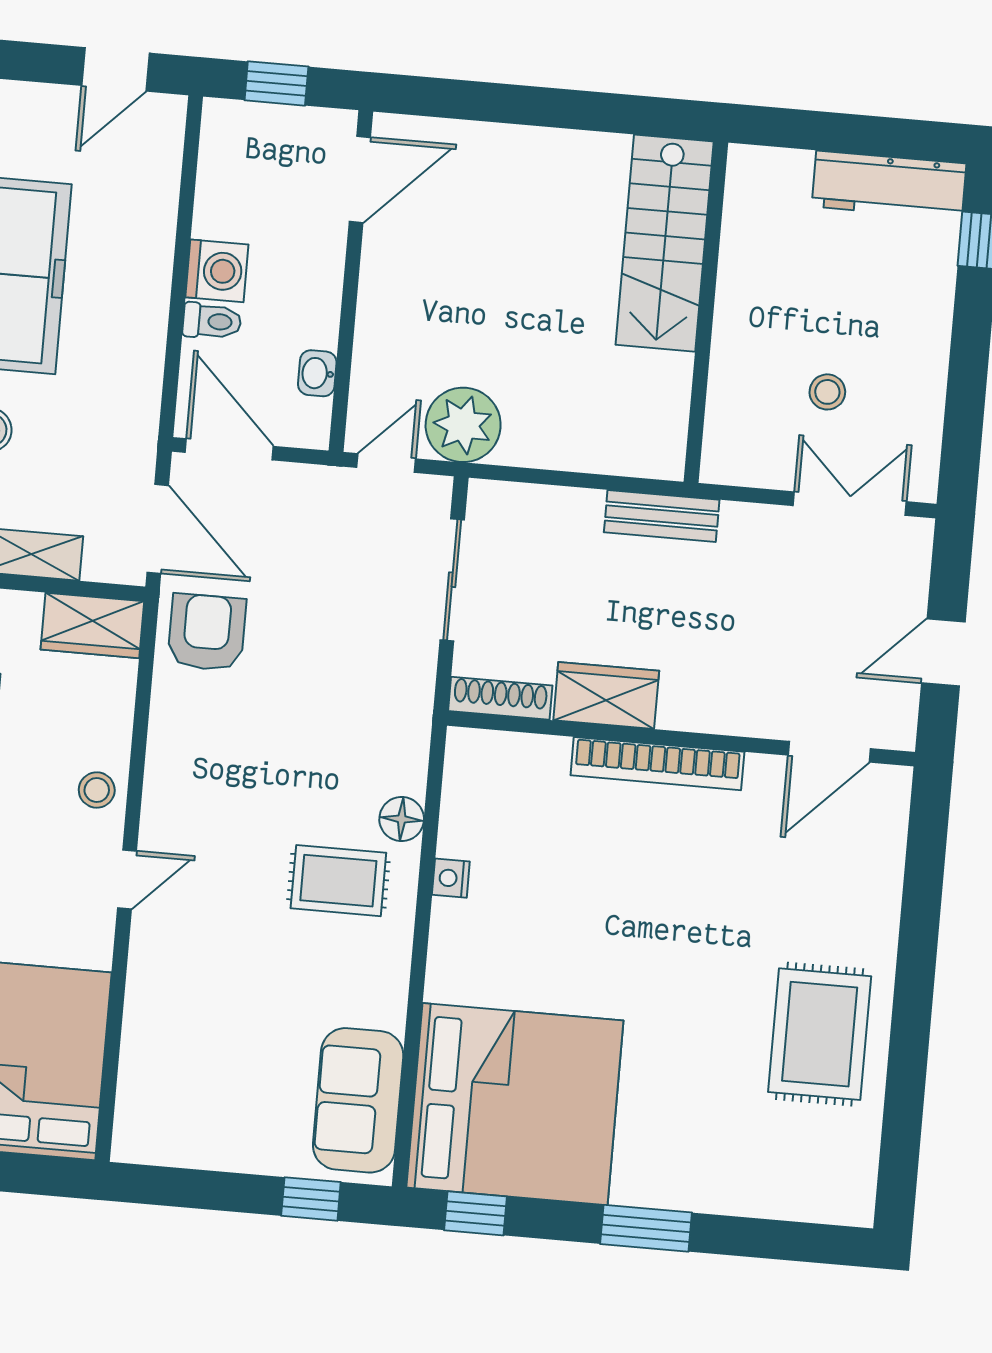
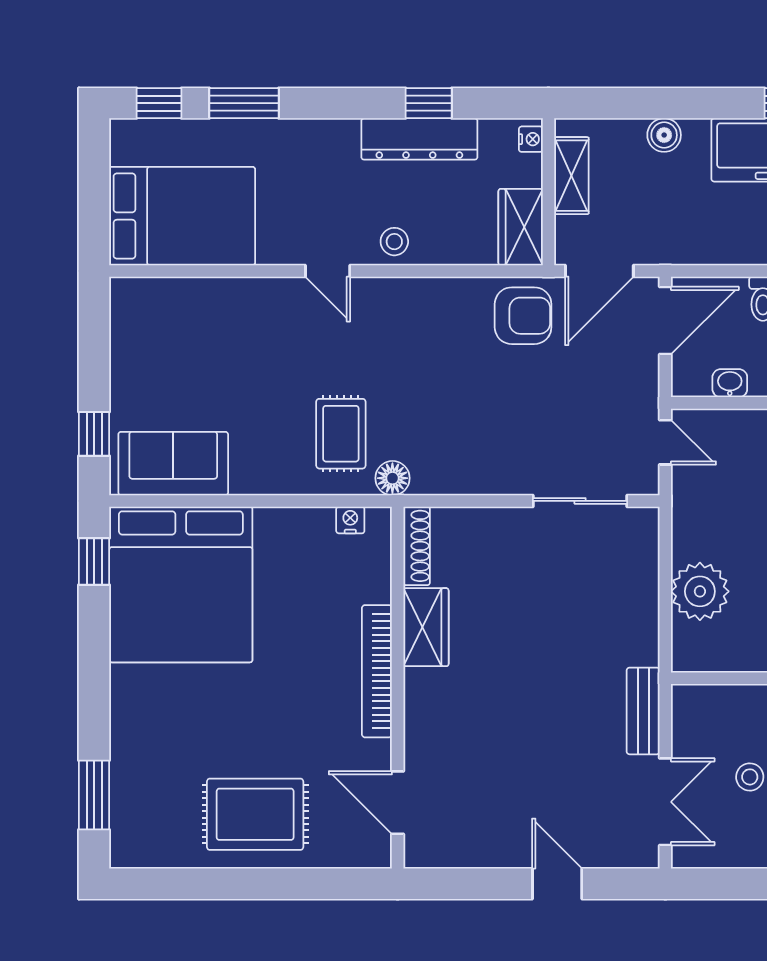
plant: (463, 425) -> (700, 591), moved
bench: (662, 516) -> (643, 711), moved
wardrobe: (606, 695) -> (426, 627), moved
shoe rack: (500, 698) -> (417, 546), moved
wall: (681, 739) -> (398, 688), moved
door: (829, 752) -> (398, 803), moved
bookcase: (657, 764) -> (377, 671), moved
window: (646, 1228) -> (94, 795), moved

